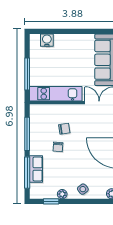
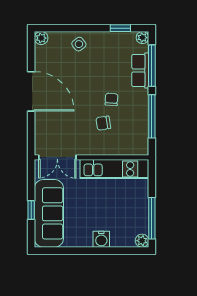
plant: (35, 39) -> (142, 241), added
water cooler: (47, 40) -> (101, 239), moved
window: (27, 74) -> (152, 218), moved
plant: (62, 194) -> (142, 38), moved

